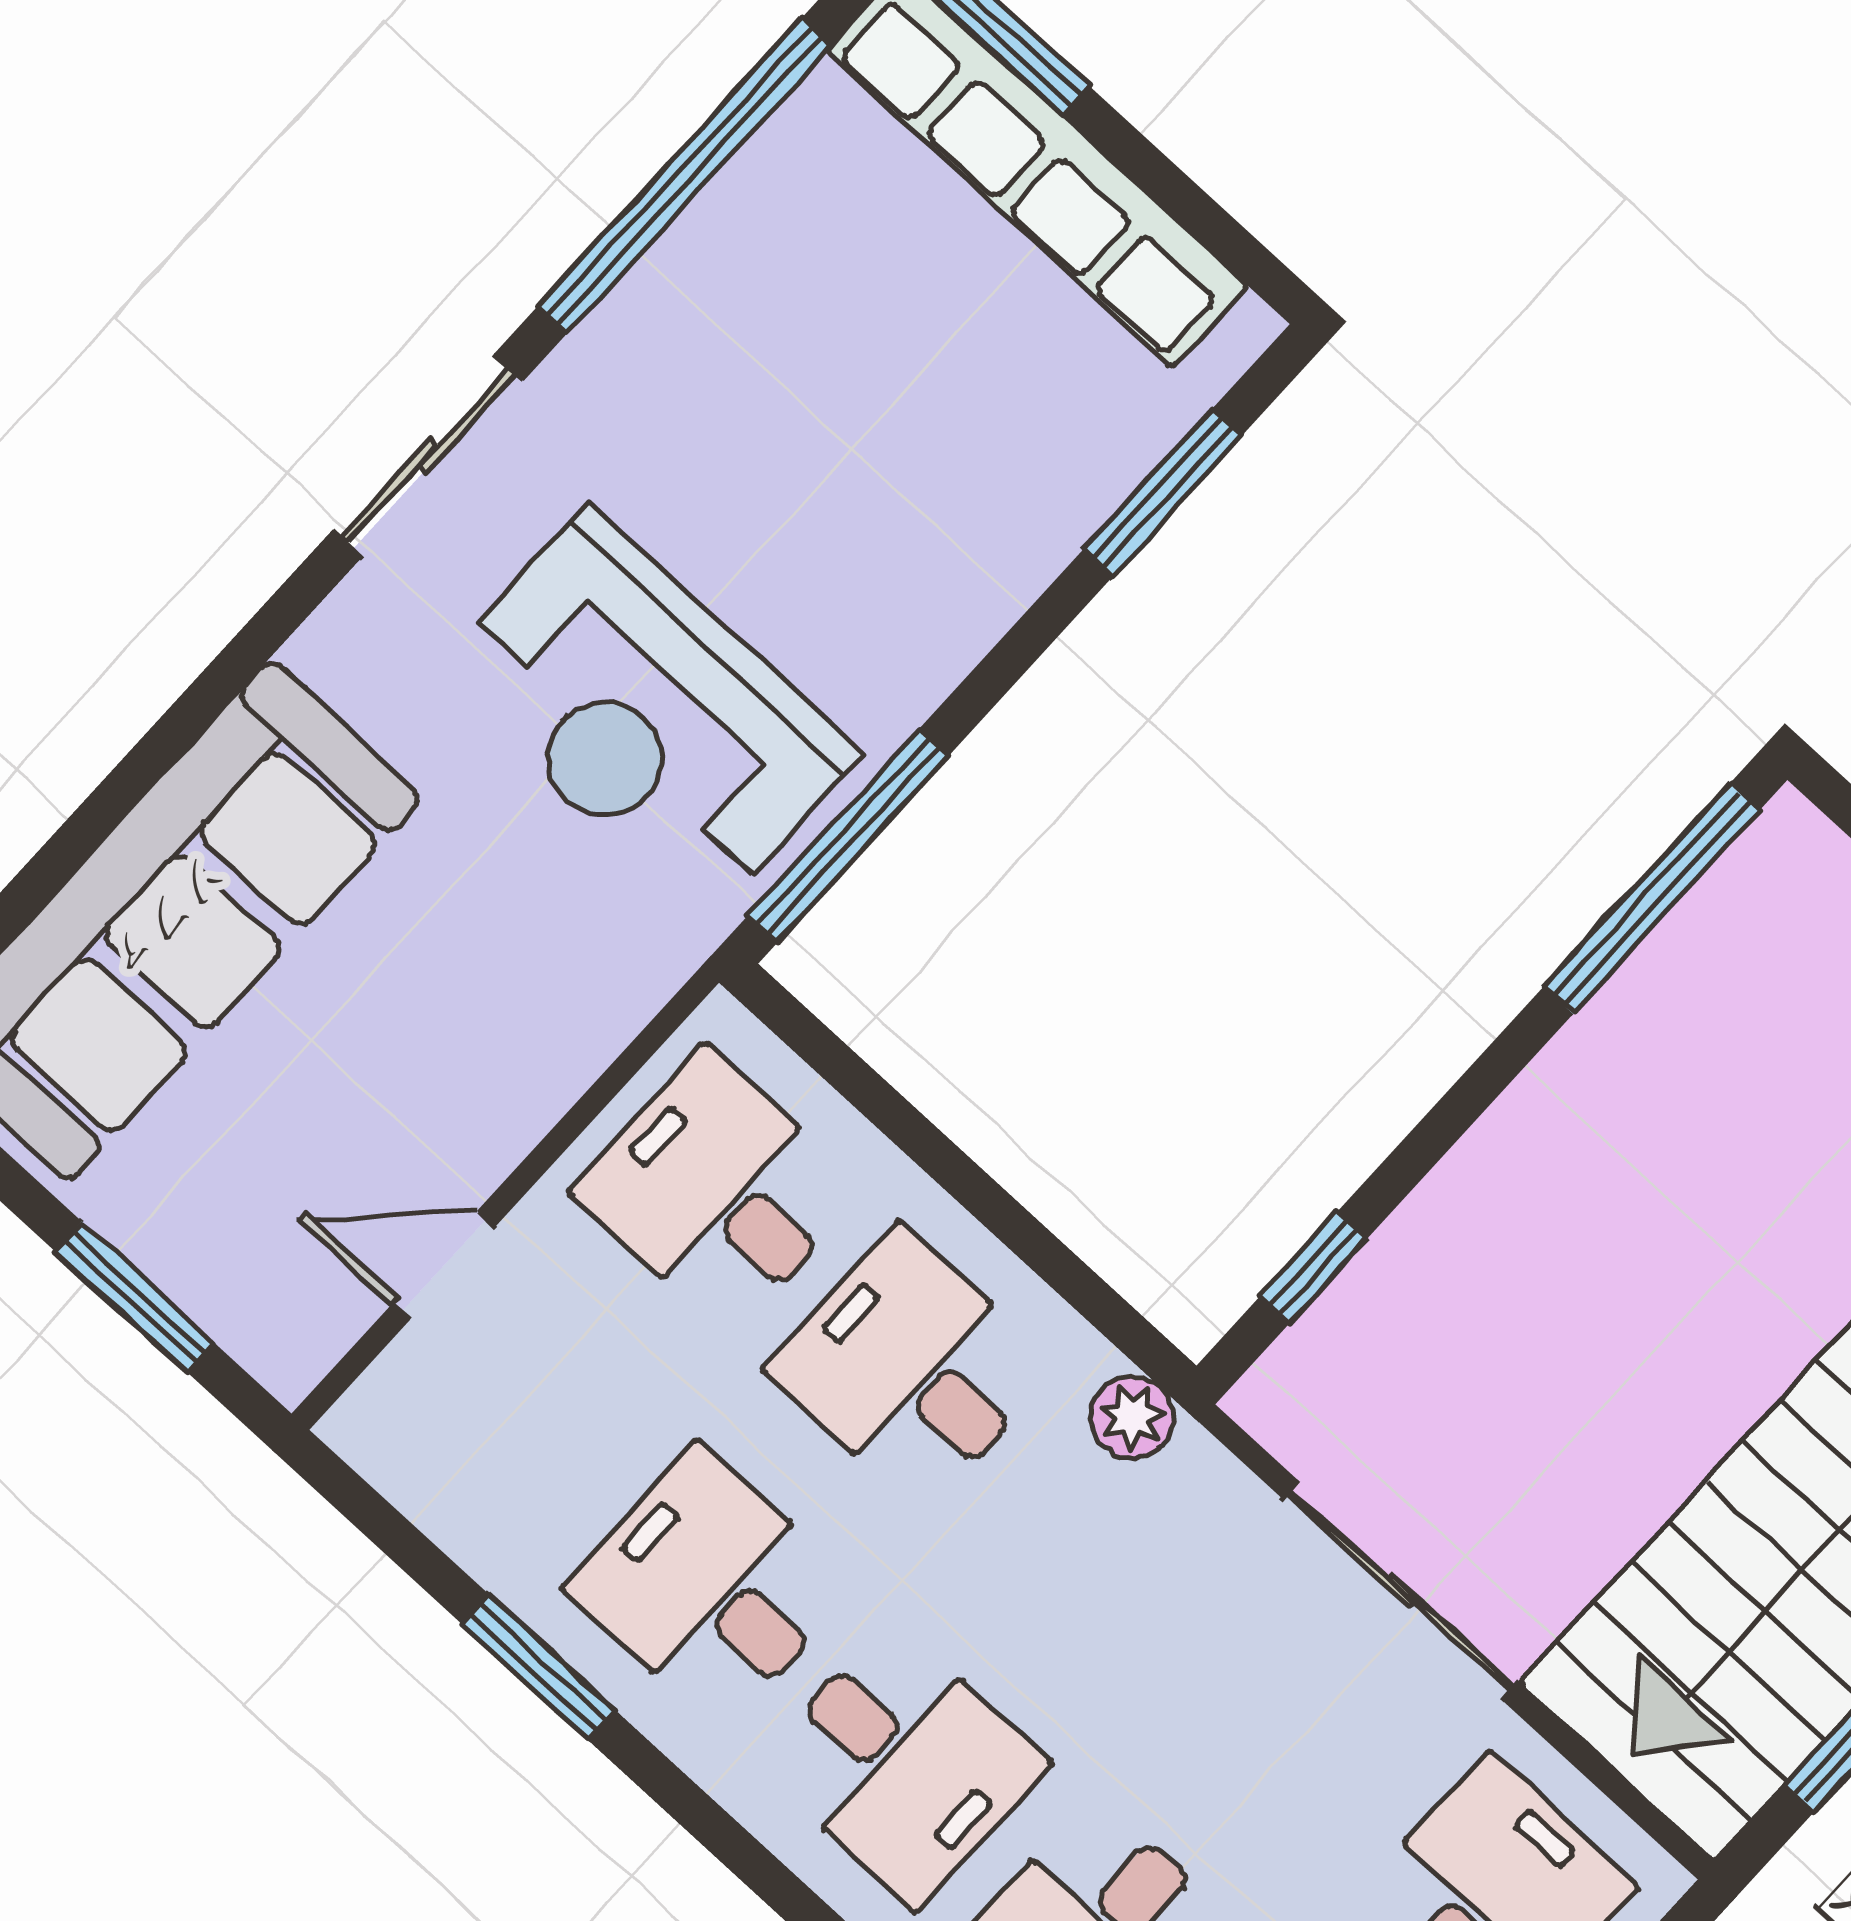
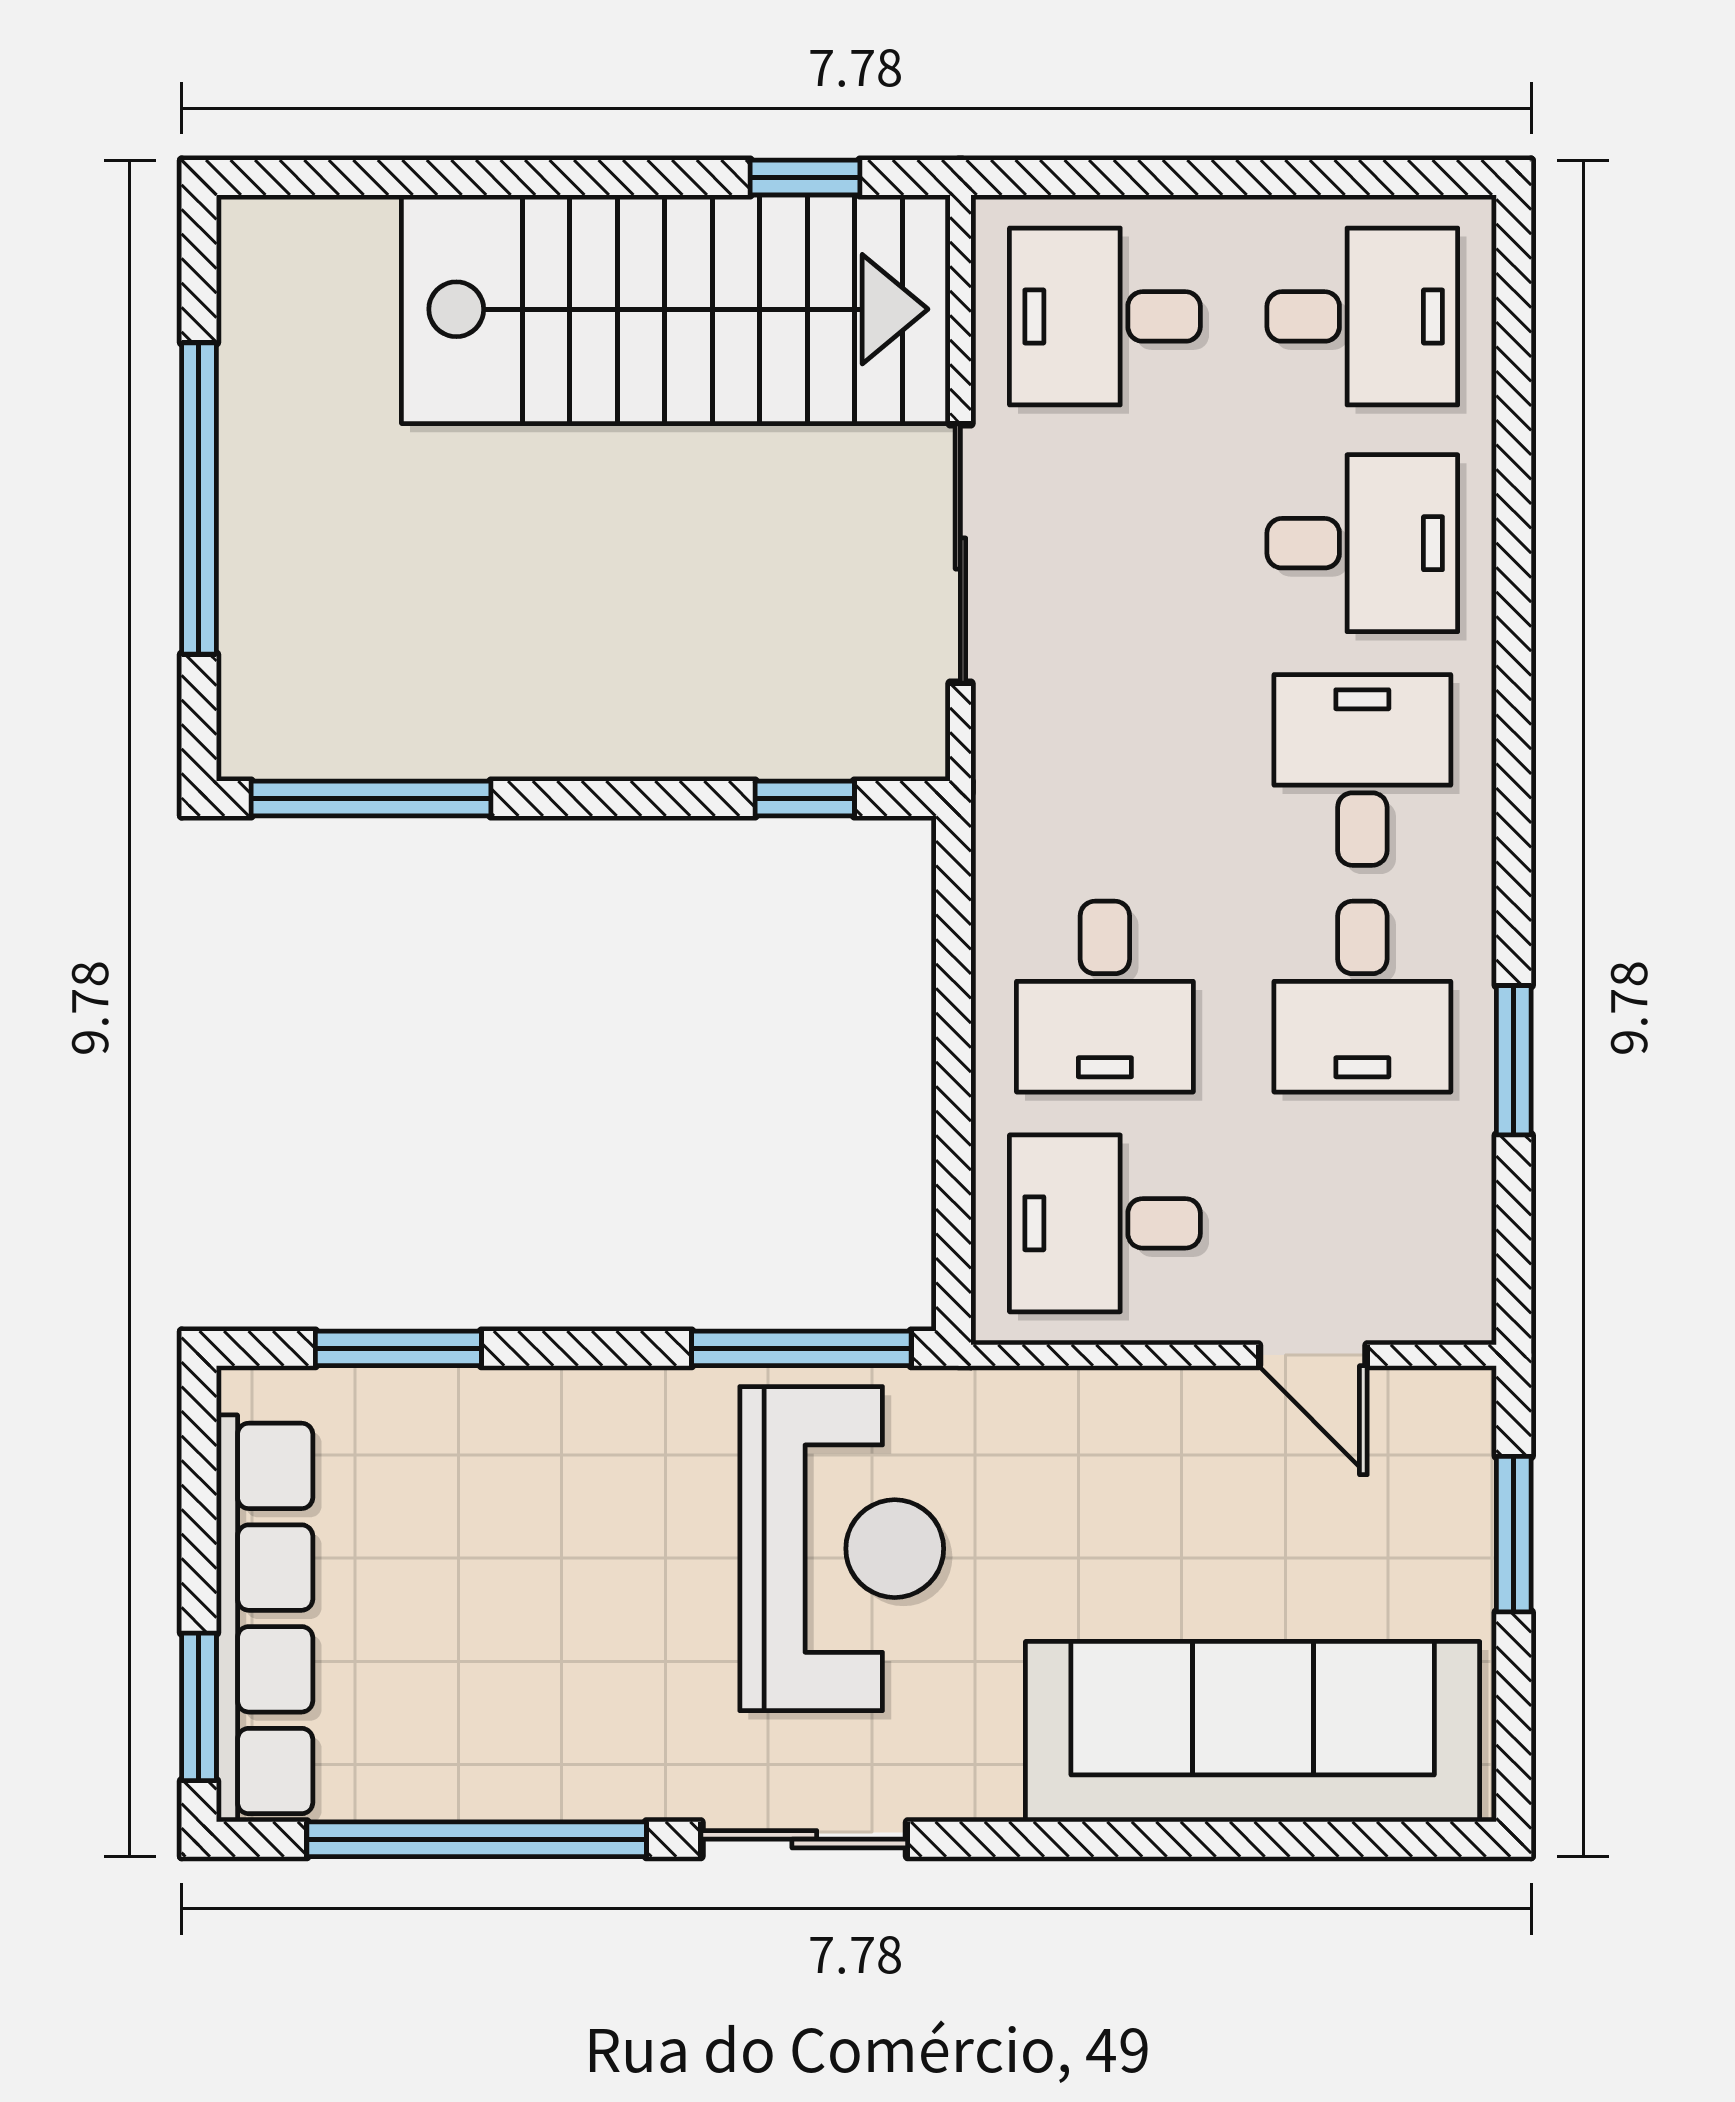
desk: (718, 1191) -> (1105, 1223), turned 90
plant: (1132, 1417) -> (1006, 827), removed

